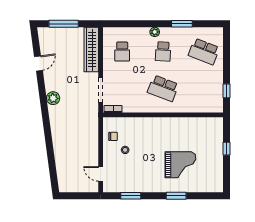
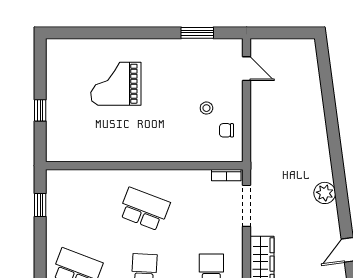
window: (176, 196) -> (123, 33), removed

